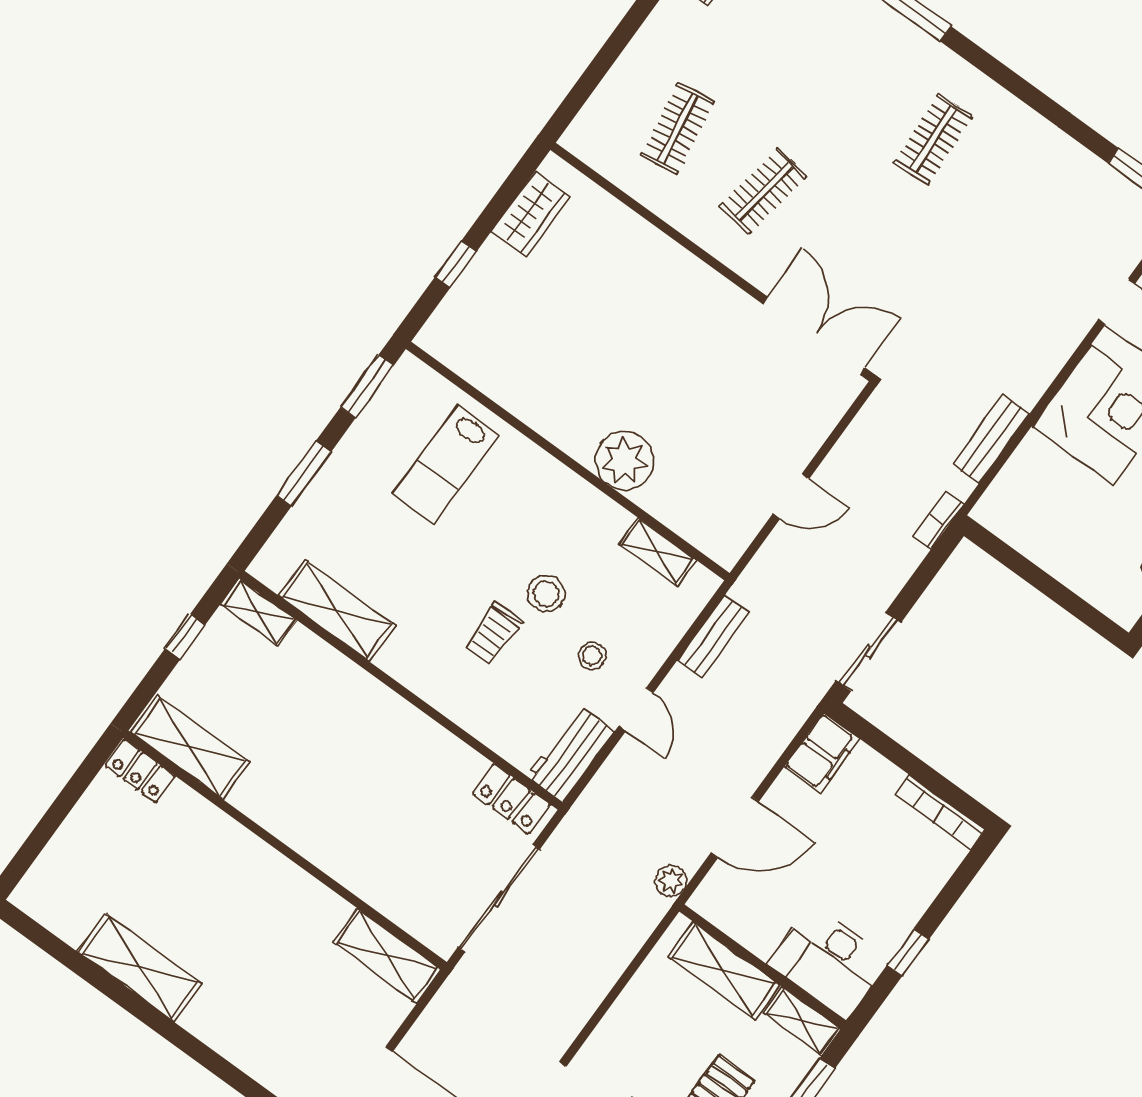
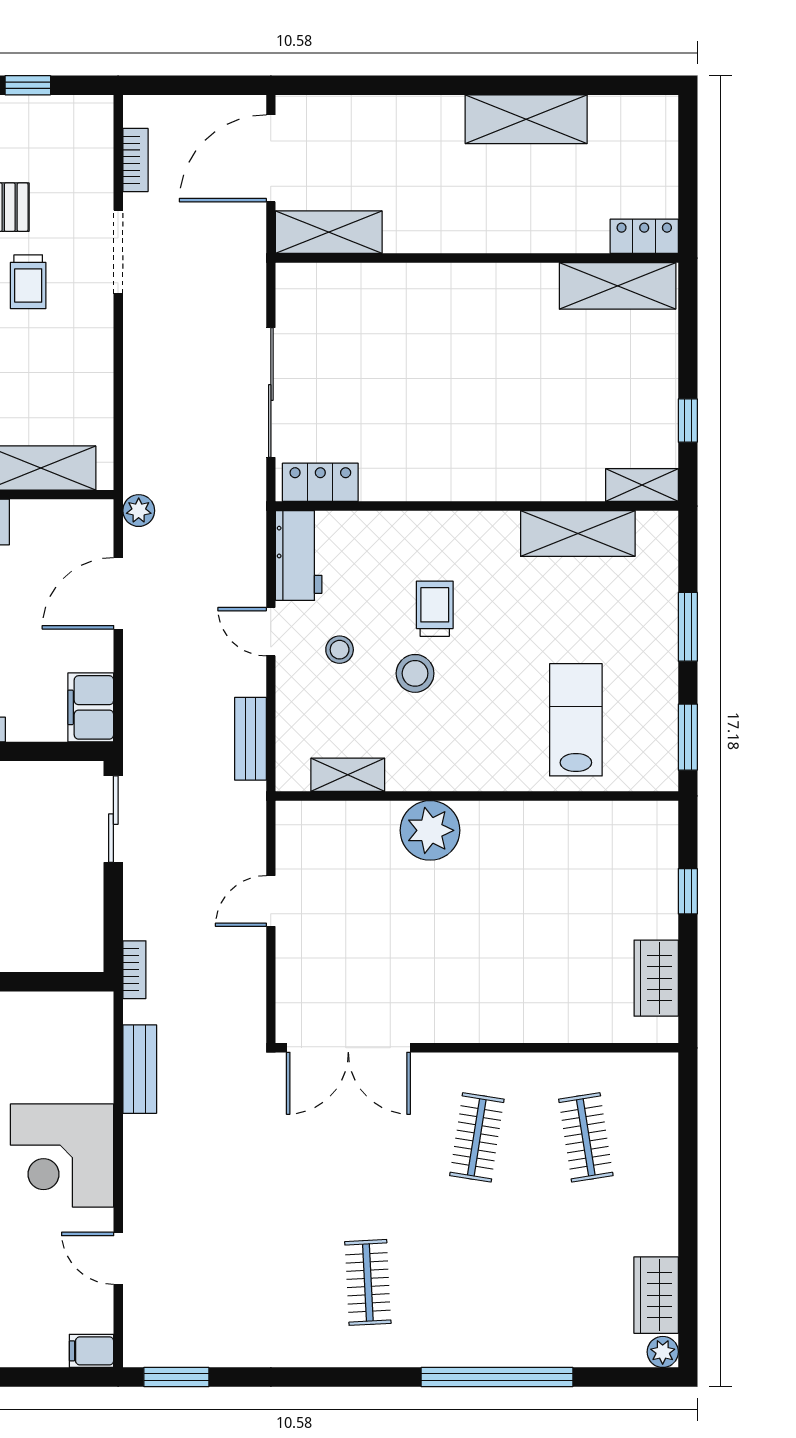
shelving: (190, 747) -> (618, 286), moved
locker: (140, 771) -> (644, 236), moved
wall: (285, 850) -> (477, 258), moved
shelving: (387, 956) -> (329, 232), moved

